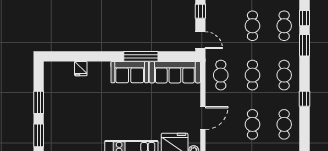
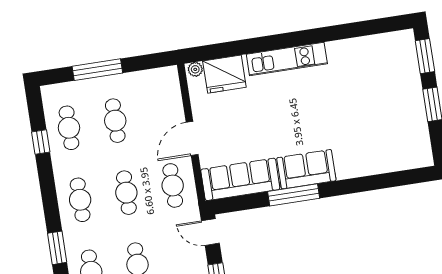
fridge: (81, 69) -> (379, 163), removed
window: (304, 99) -> (41, 142), moved
door: (203, 118) -> (192, 138), moved

